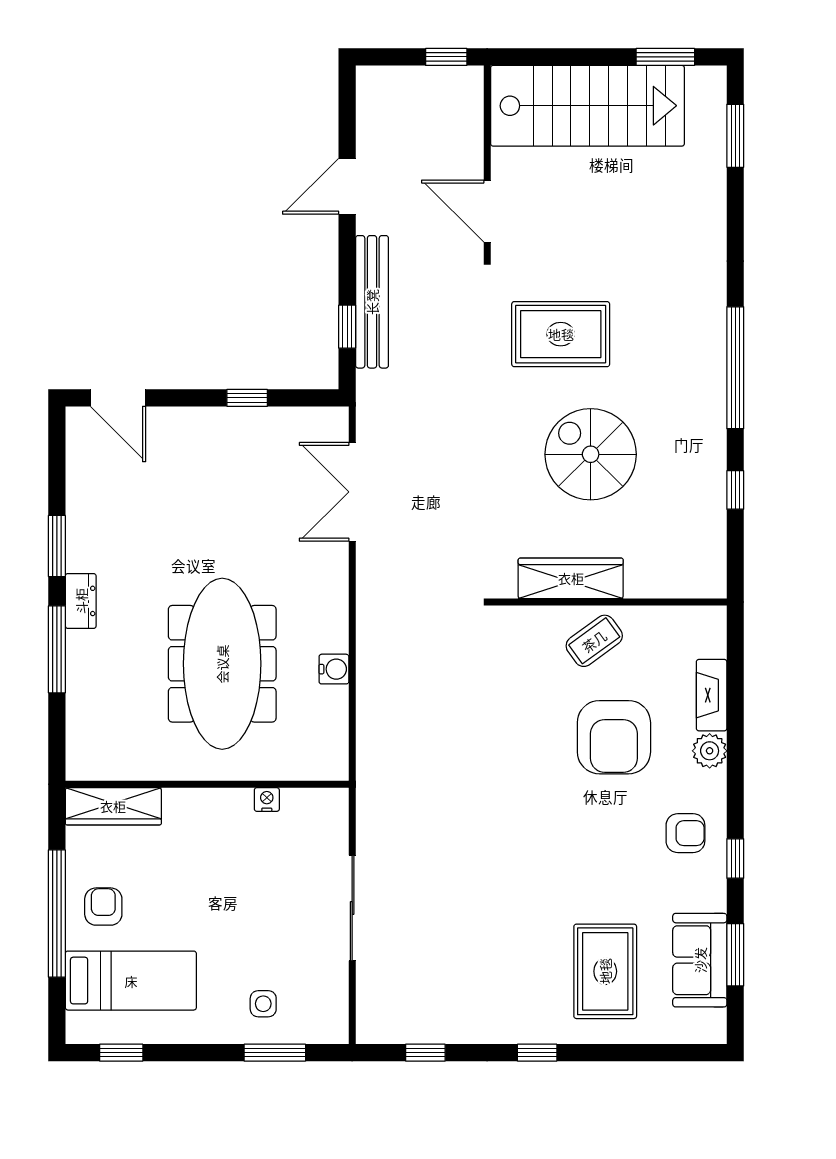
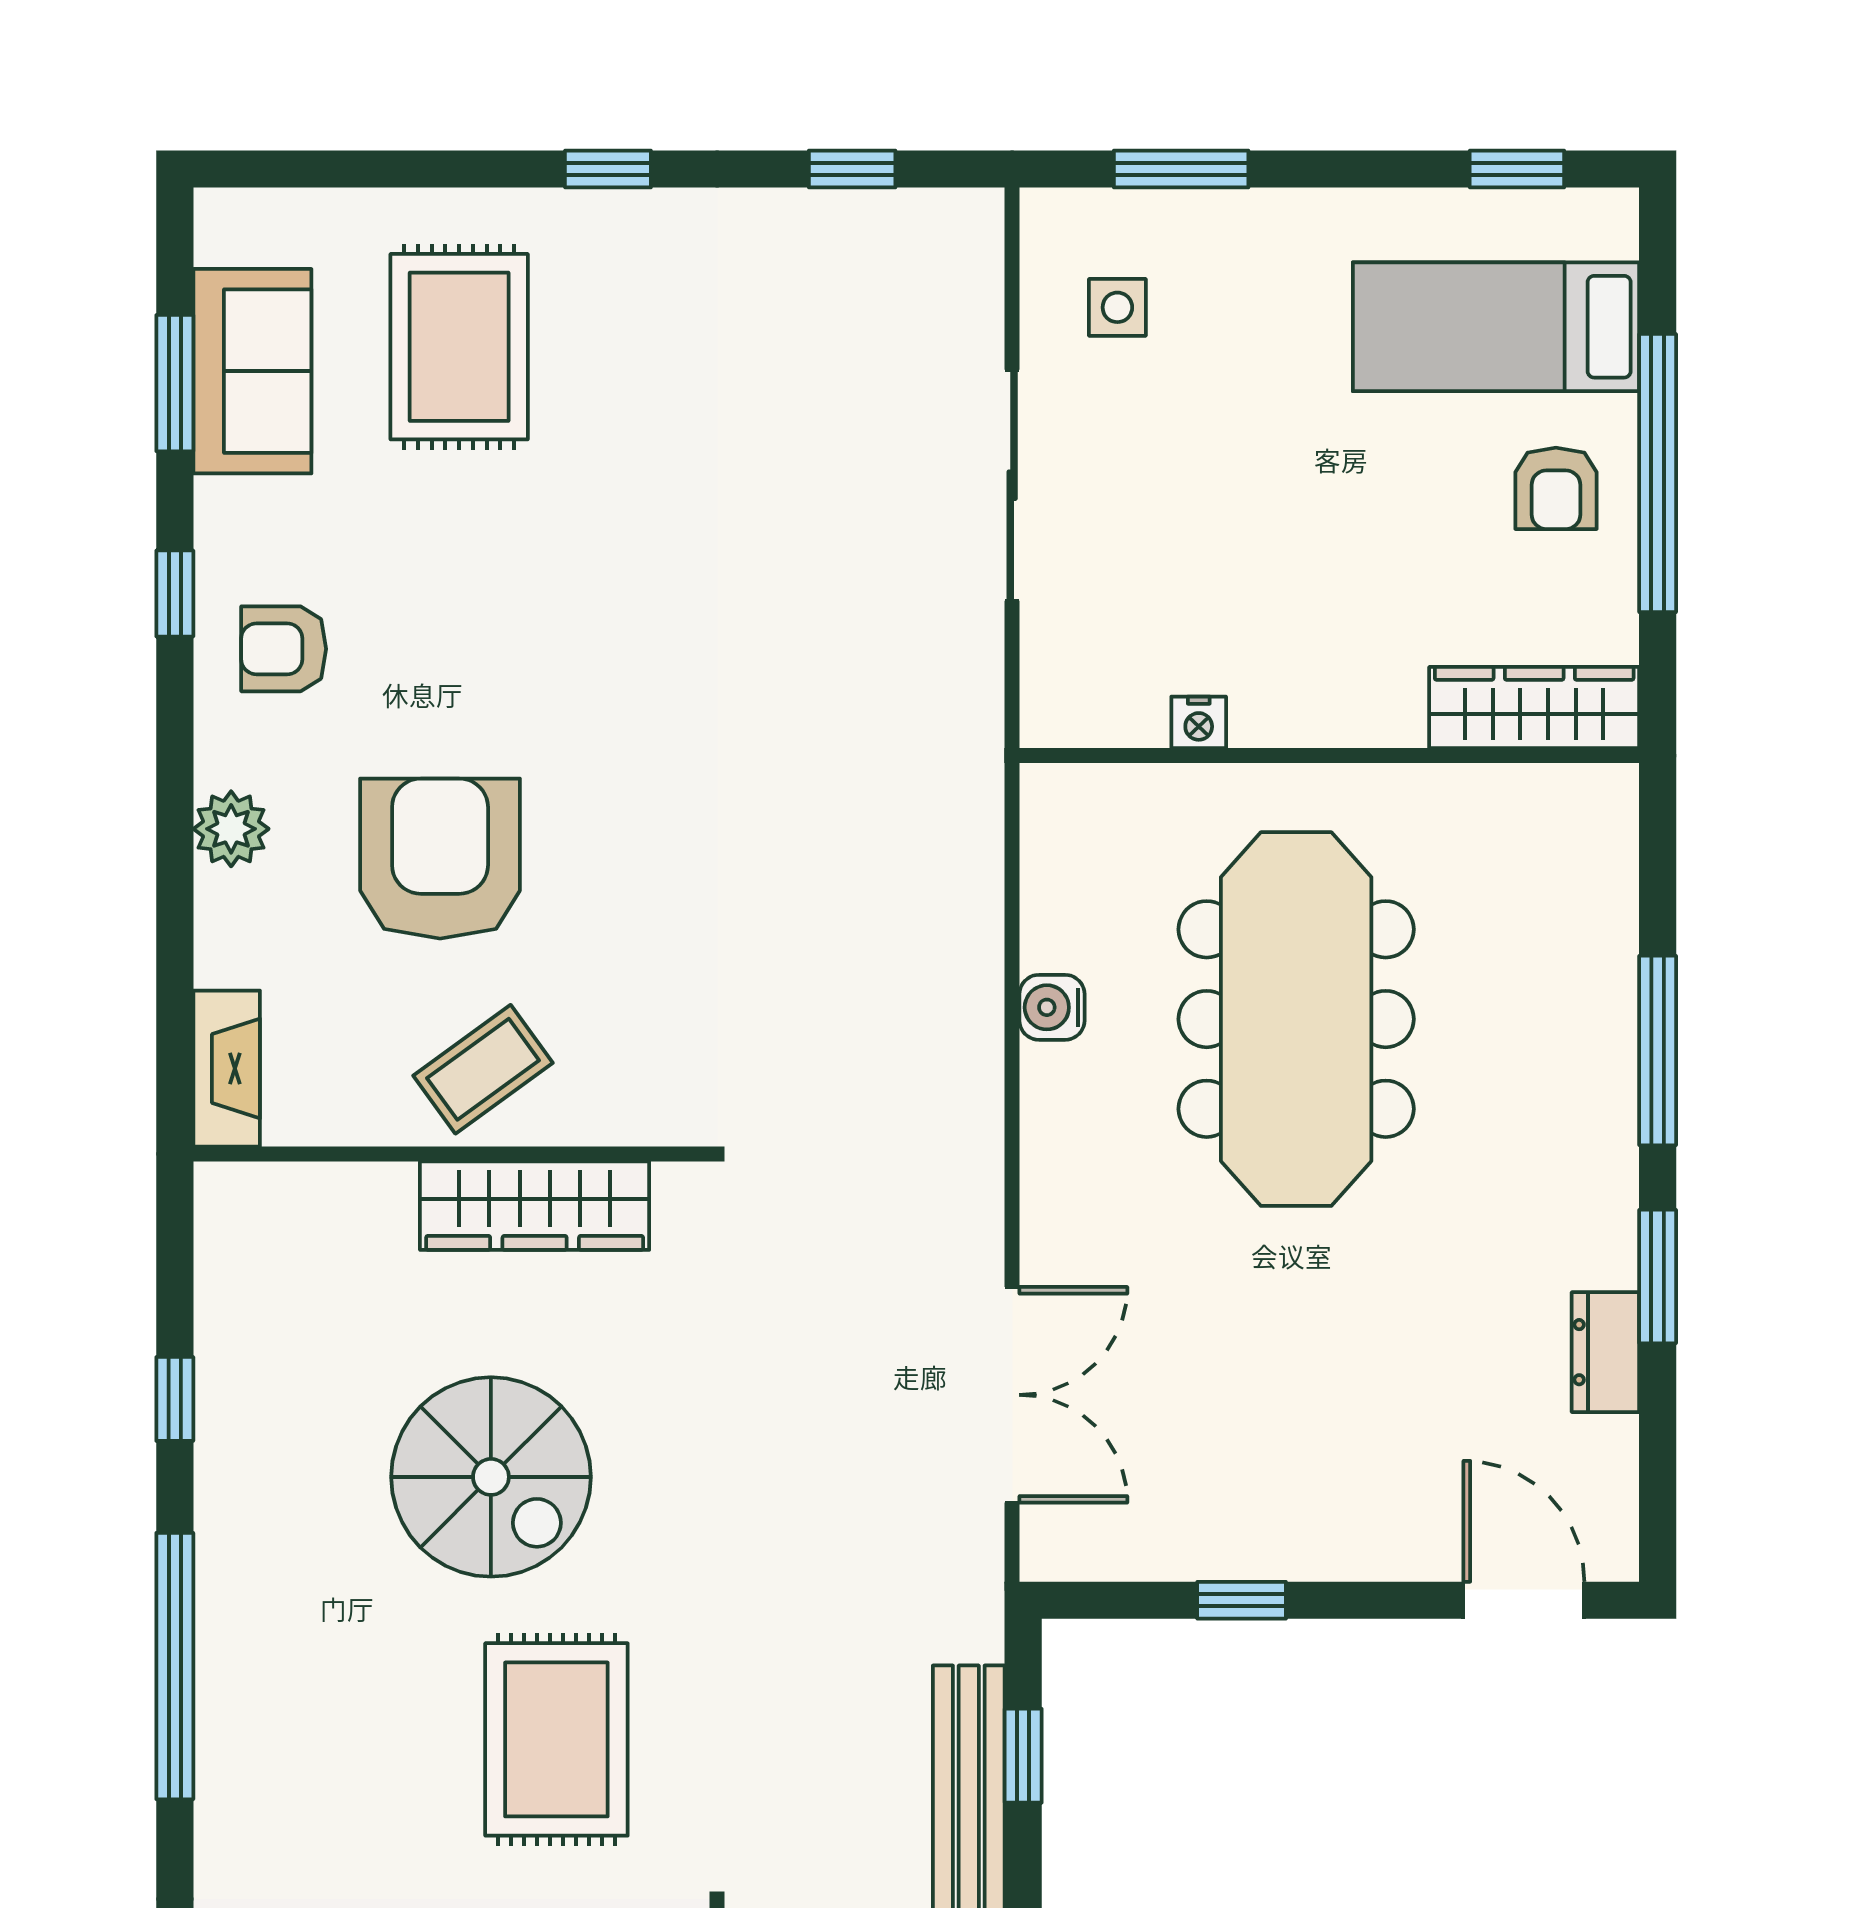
rug: (561, 334) -> (556, 1739), turned 90
dresser: (81, 601) -> (1605, 1352), moved
fireplace: (712, 695) -> (227, 1069), moved
side table: (263, 1004) -> (1117, 307), moved

